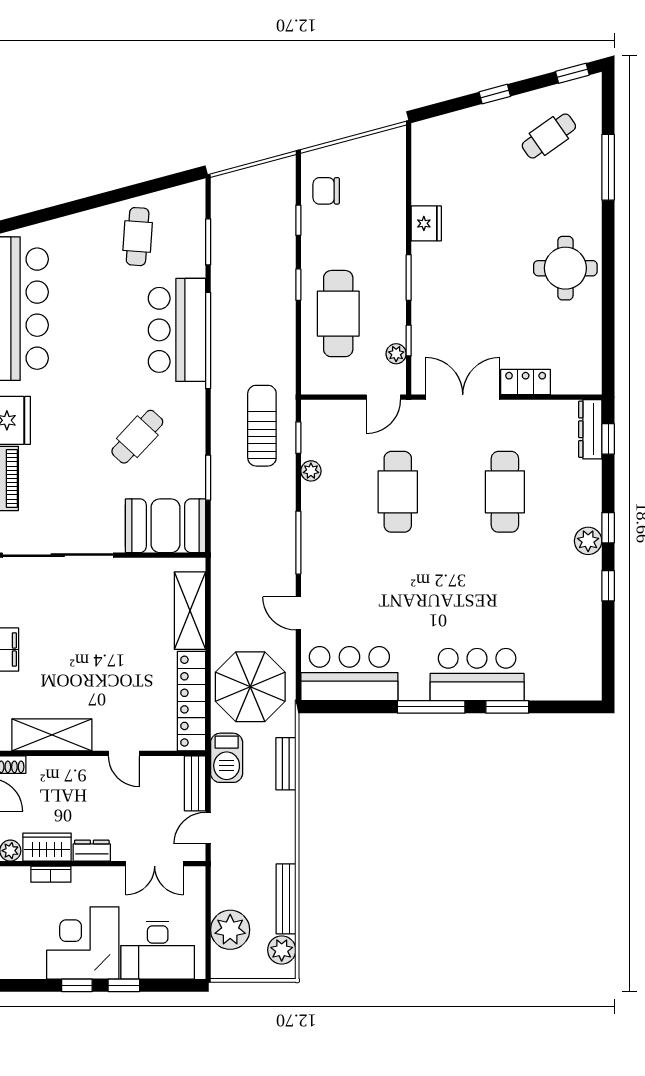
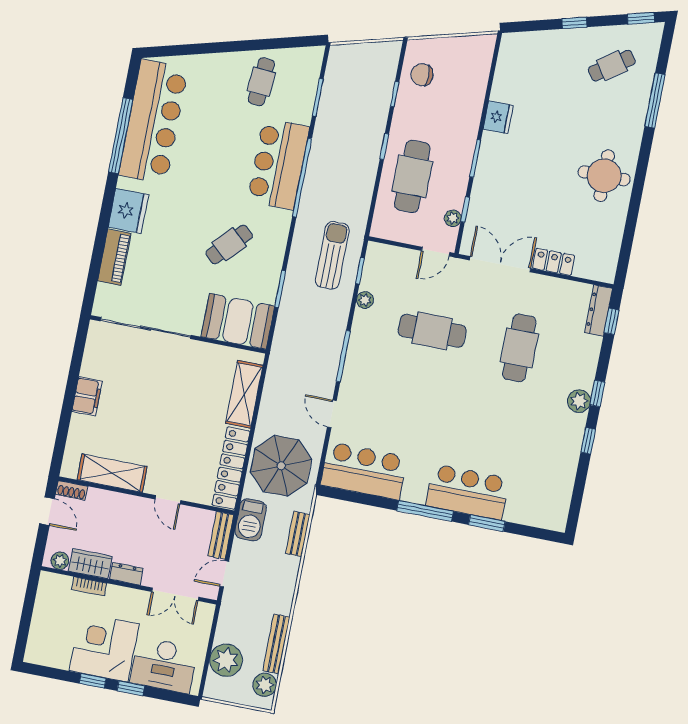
cafe table: (398, 492) -> (432, 331), turned 90

